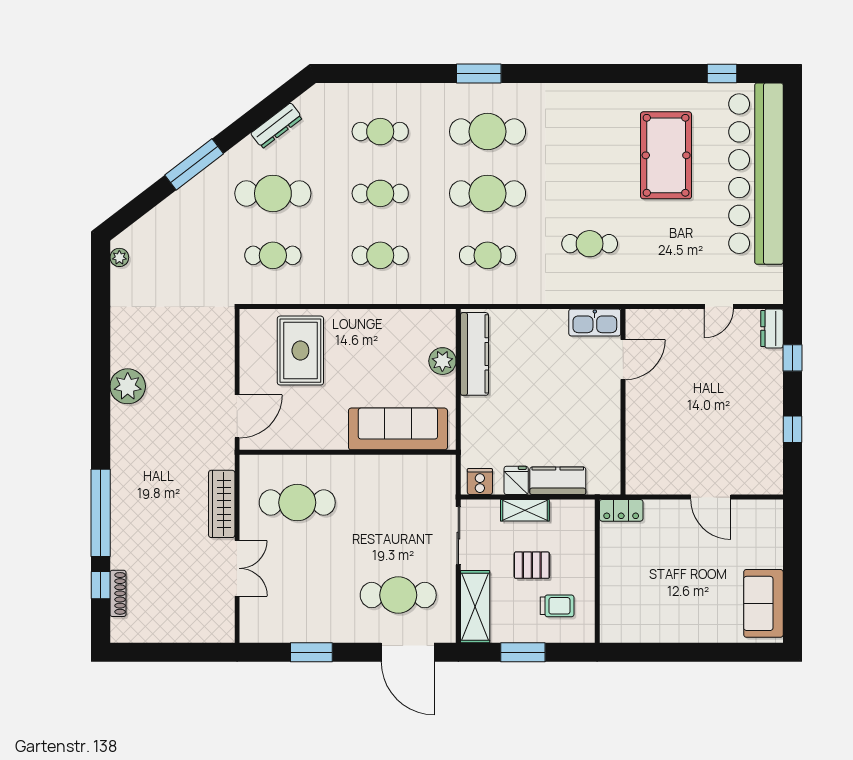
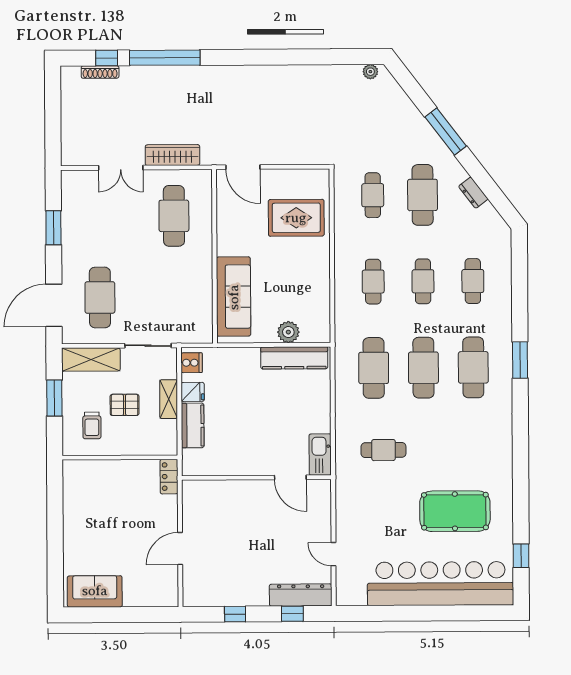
dresser: (277, 126) -> (473, 193), width x0.70
cafe table: (590, 244) -> (383, 450), turned 90
cafe table: (488, 255) -> (374, 368), width x1.37, depth x1.35
dresser: (772, 329) -> (301, 595), width x1.96, depth x1.24
plant: (128, 386) -> (267, 79), removed
pallet: (532, 565) -> (125, 405), turned 90

